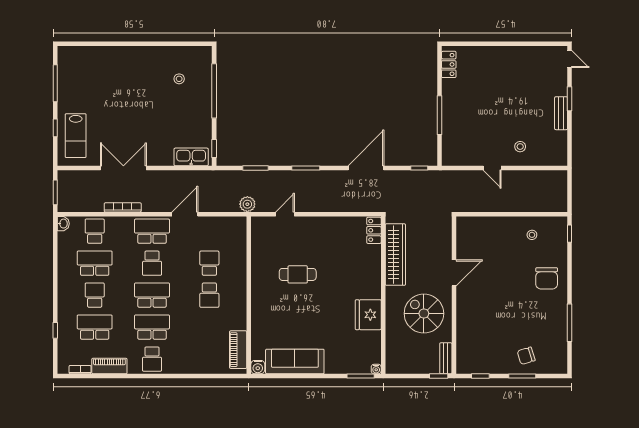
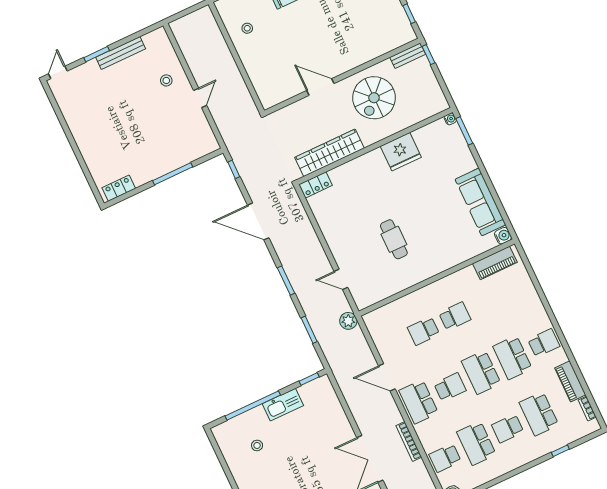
bench: (561, 113) -> (121, 53), width x1.36
kitchen sink: (191, 157) -> (283, 405), moved, turned -90

